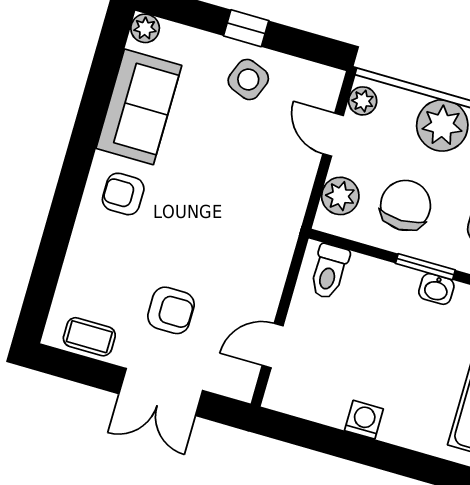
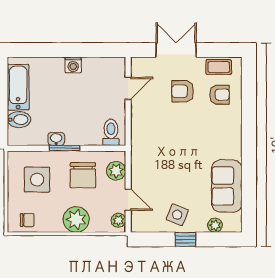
plant: (145, 28) -> (215, 225), moved
armchair: (123, 194) -> (220, 95), moved

